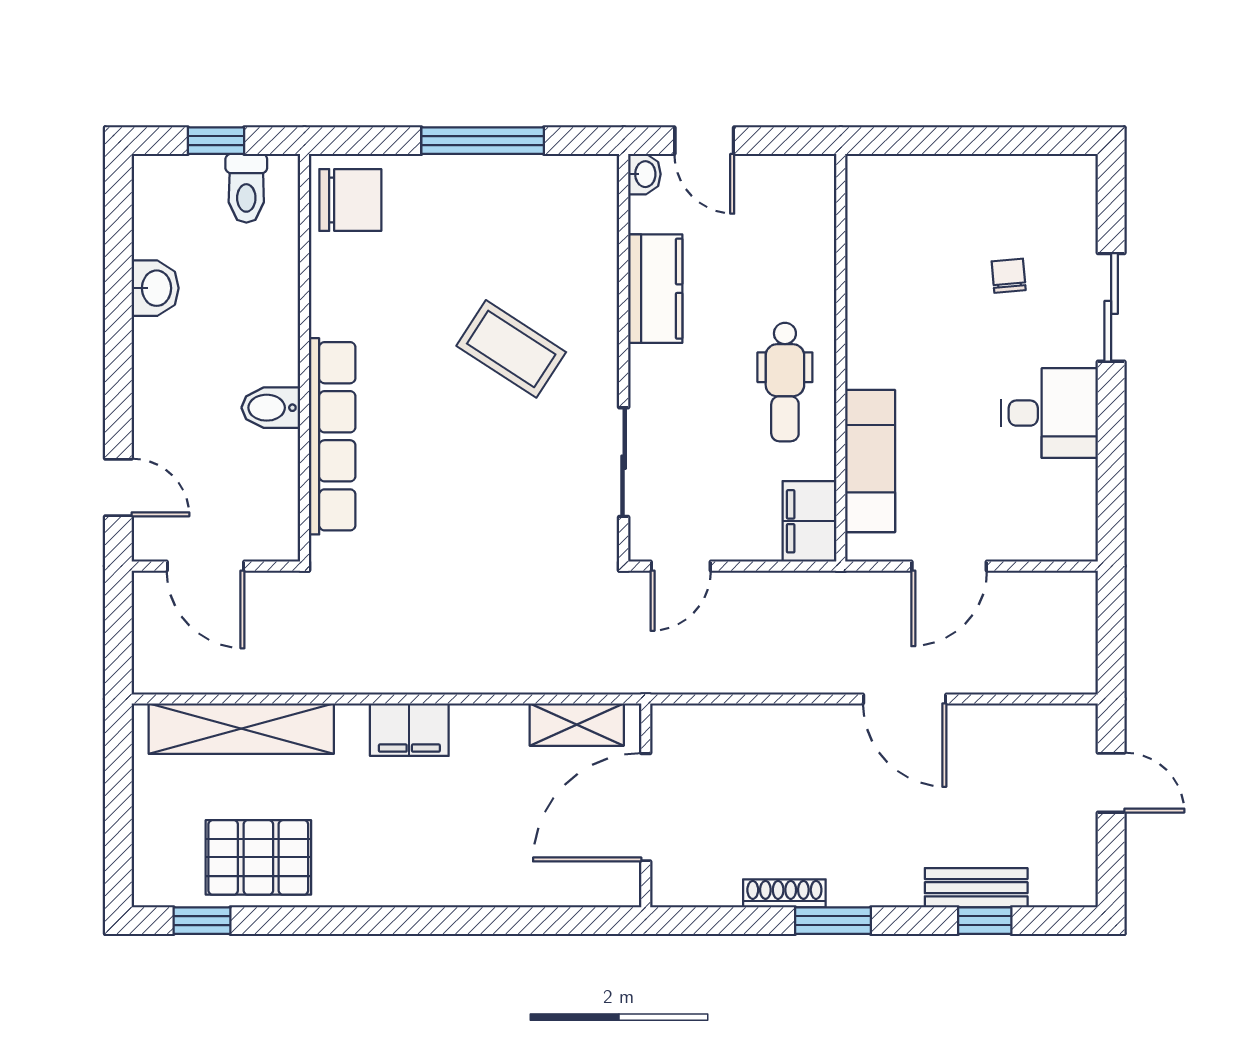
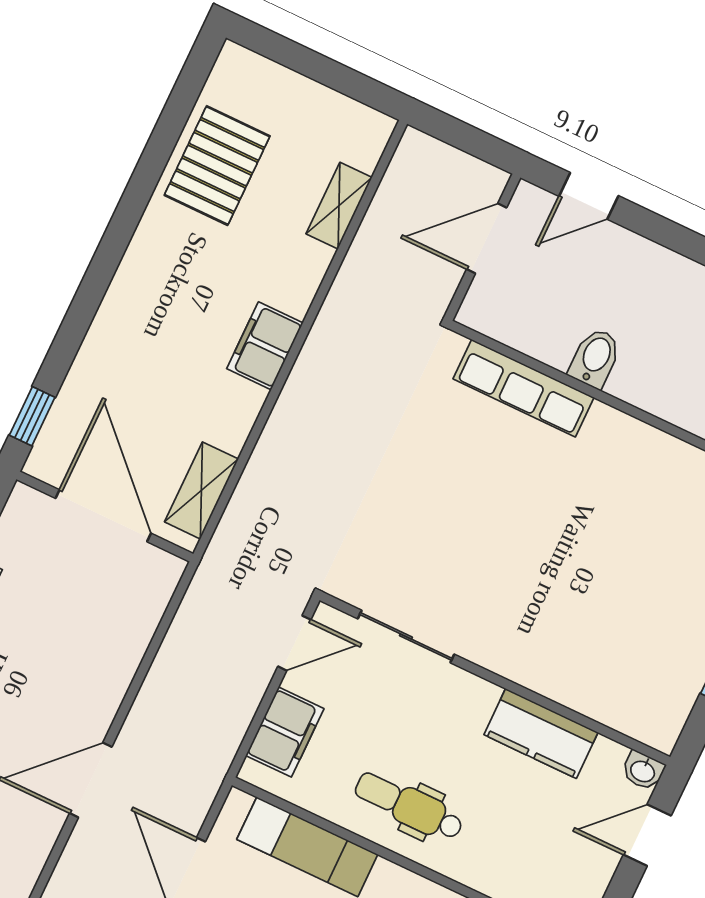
coffee table: (511, 349) -> (548, 587), removed
row of seats: (332, 436) -> (524, 388), width x0.73
filing cabinet: (809, 521) -> (285, 732), moved, turned 90
door: (681, 566) -> (294, 643), swing flipped
shelving: (241, 729) -> (339, 206), width x0.45, depth x0.75
window: (202, 921) -> (32, 416), moved

